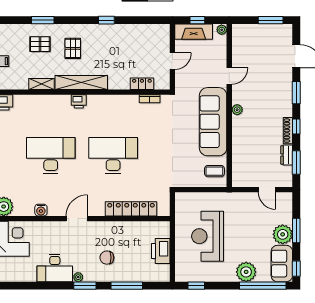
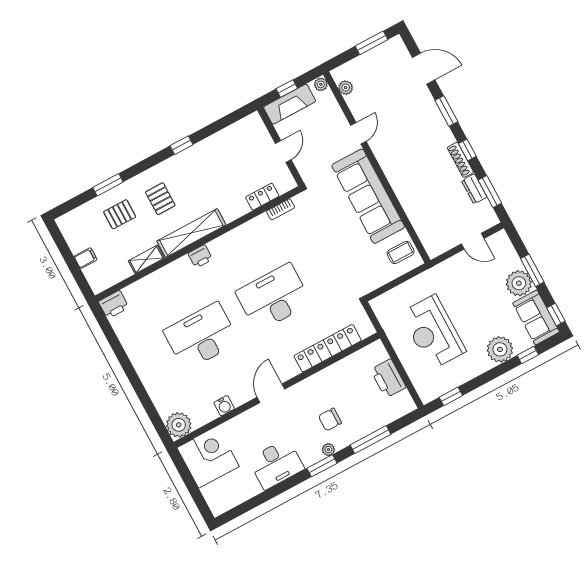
plant: (237, 110) -> (346, 88), moved
plant: (78, 277) -> (328, 450), moved
window: (263, 286) -> (528, 355), width x0.32

